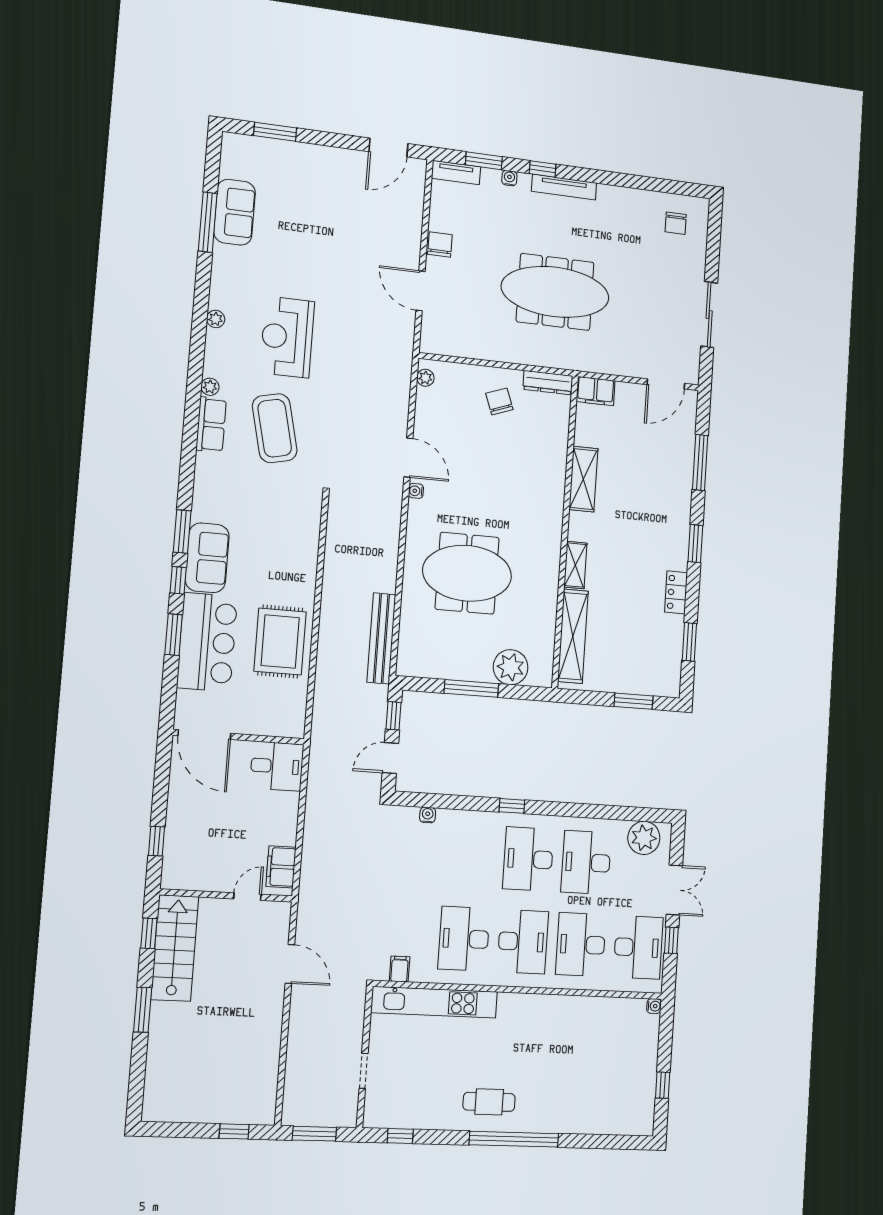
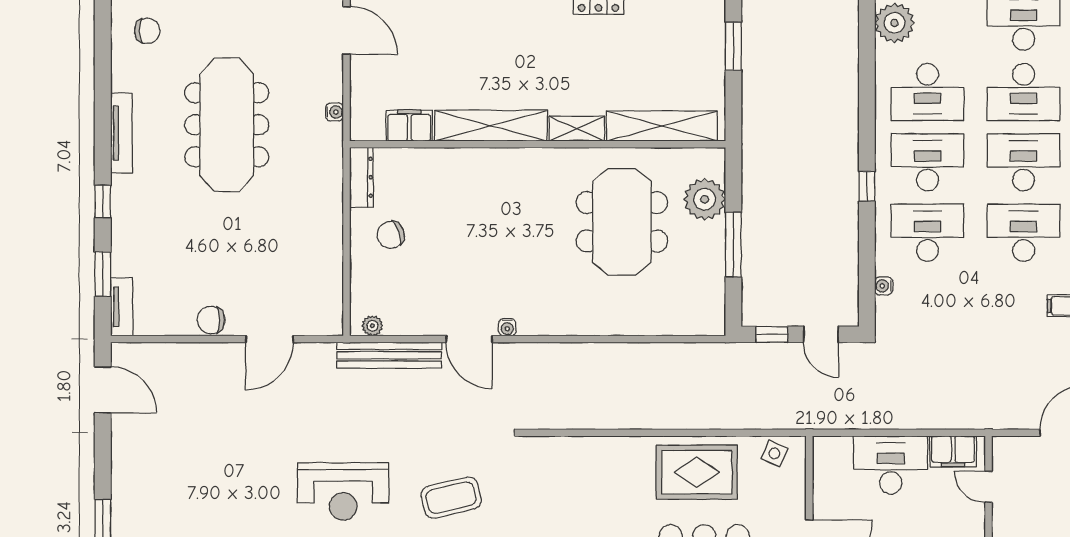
water cooler: (509, 178) -> (334, 112), moved, turned 180
tv unit: (564, 187) -> (121, 133), moved
meeting table: (555, 292) -> (227, 125), moved
filing cabinet: (596, 391) -> (409, 126), moved, turned -90
coffee table: (275, 428) -> (451, 498), width x0.73, depth x0.76
door: (408, 458) -> (469, 339), swing flipped
shelving: (583, 479) -> (491, 126), width x1.47
meeting table: (467, 573) -> (622, 222), moved
bench: (381, 638) -> (389, 355), moved
side table: (291, 710) -> (774, 453), added
desk: (277, 766) -> (891, 465), moved, width x1.37
desk: (470, 855) -> (927, 233), added
desk: (528, 859) -> (927, 162), turned 180
desk: (464, 939) -> (1024, 233), turned 180

